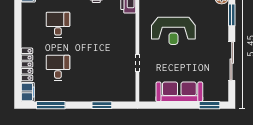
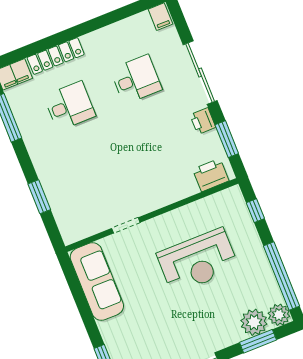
plant: (220, 13) -> (254, 322), added
reception desk: (173, 31) -> (198, 261), turned -90
sofa: (179, 92) -> (97, 281), moved

